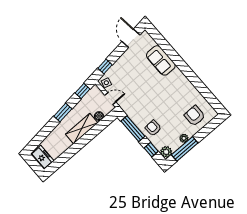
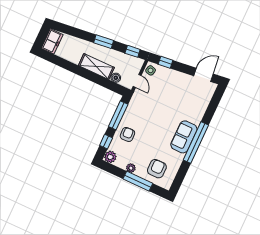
sofa: (161, 60) -> (184, 137), moved
window: (187, 71) -> (196, 143), added
window: (185, 149) -> (138, 181), moved

